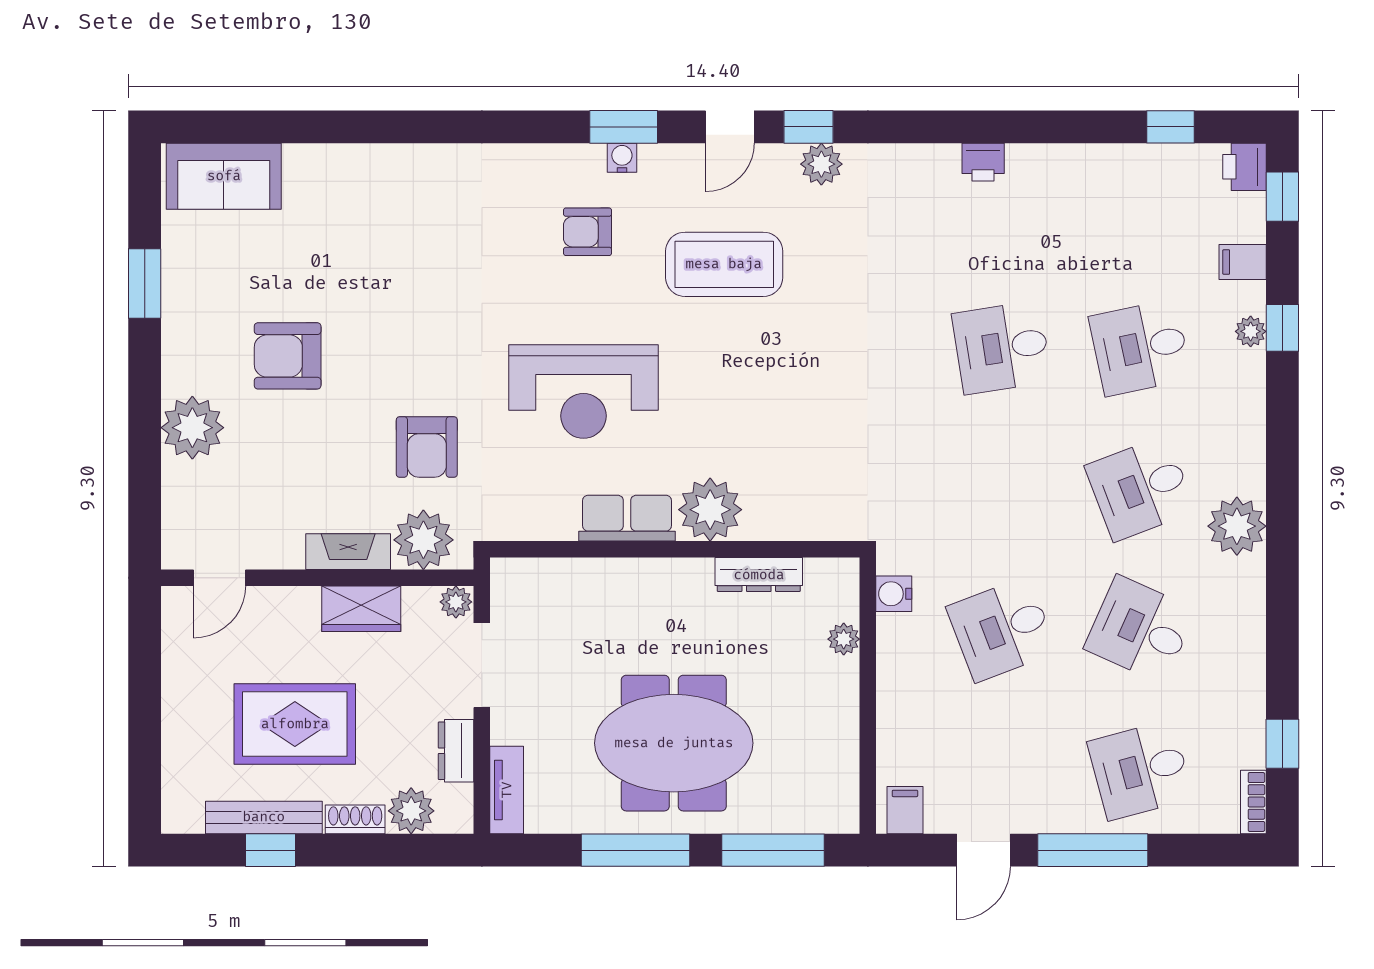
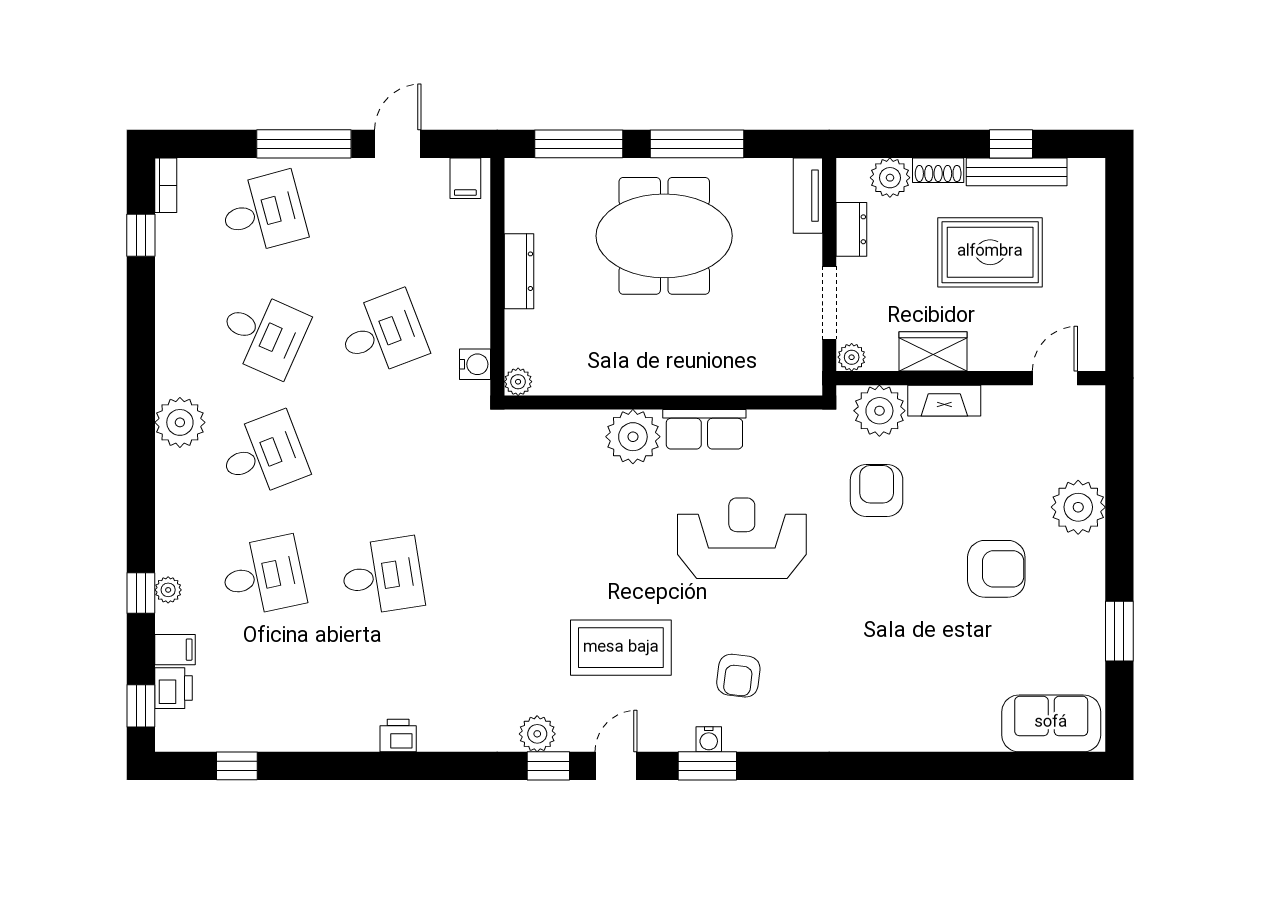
printer: (1244, 167) -> (173, 688), moved
armchair: (587, 232) -> (738, 676), turned 97
dresser: (759, 575) -> (519, 271), moved, turned 90
plant: (844, 639) -> (518, 382), moved

